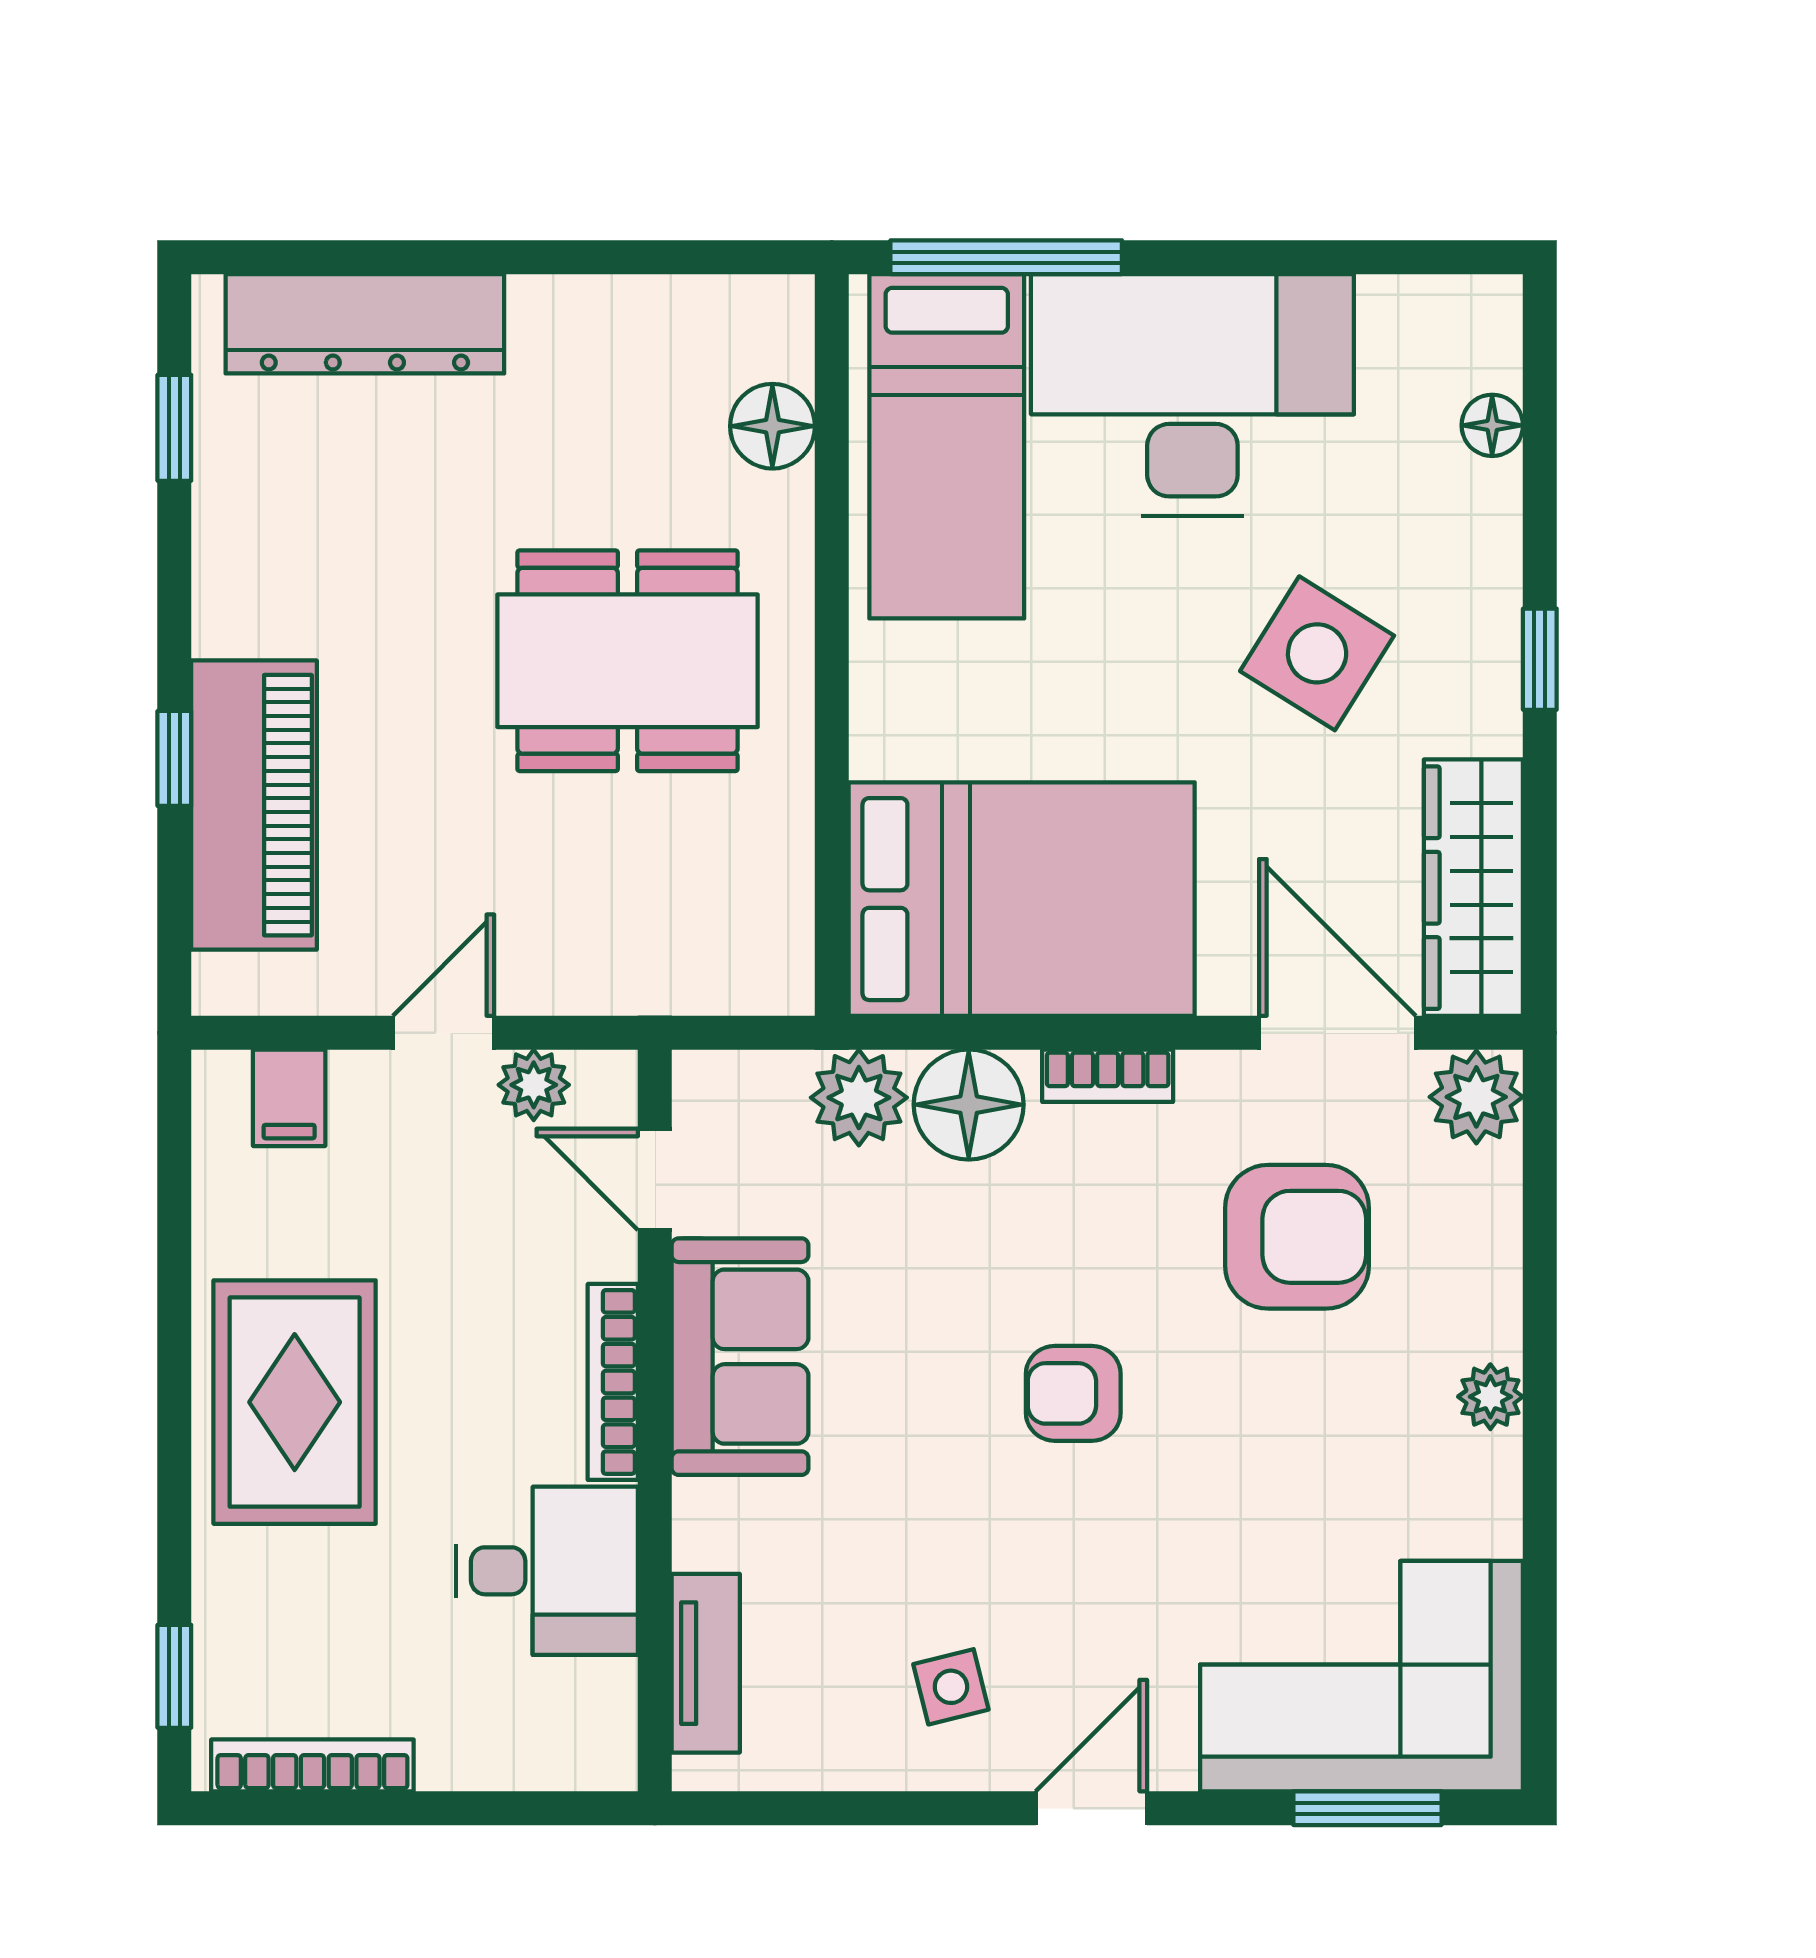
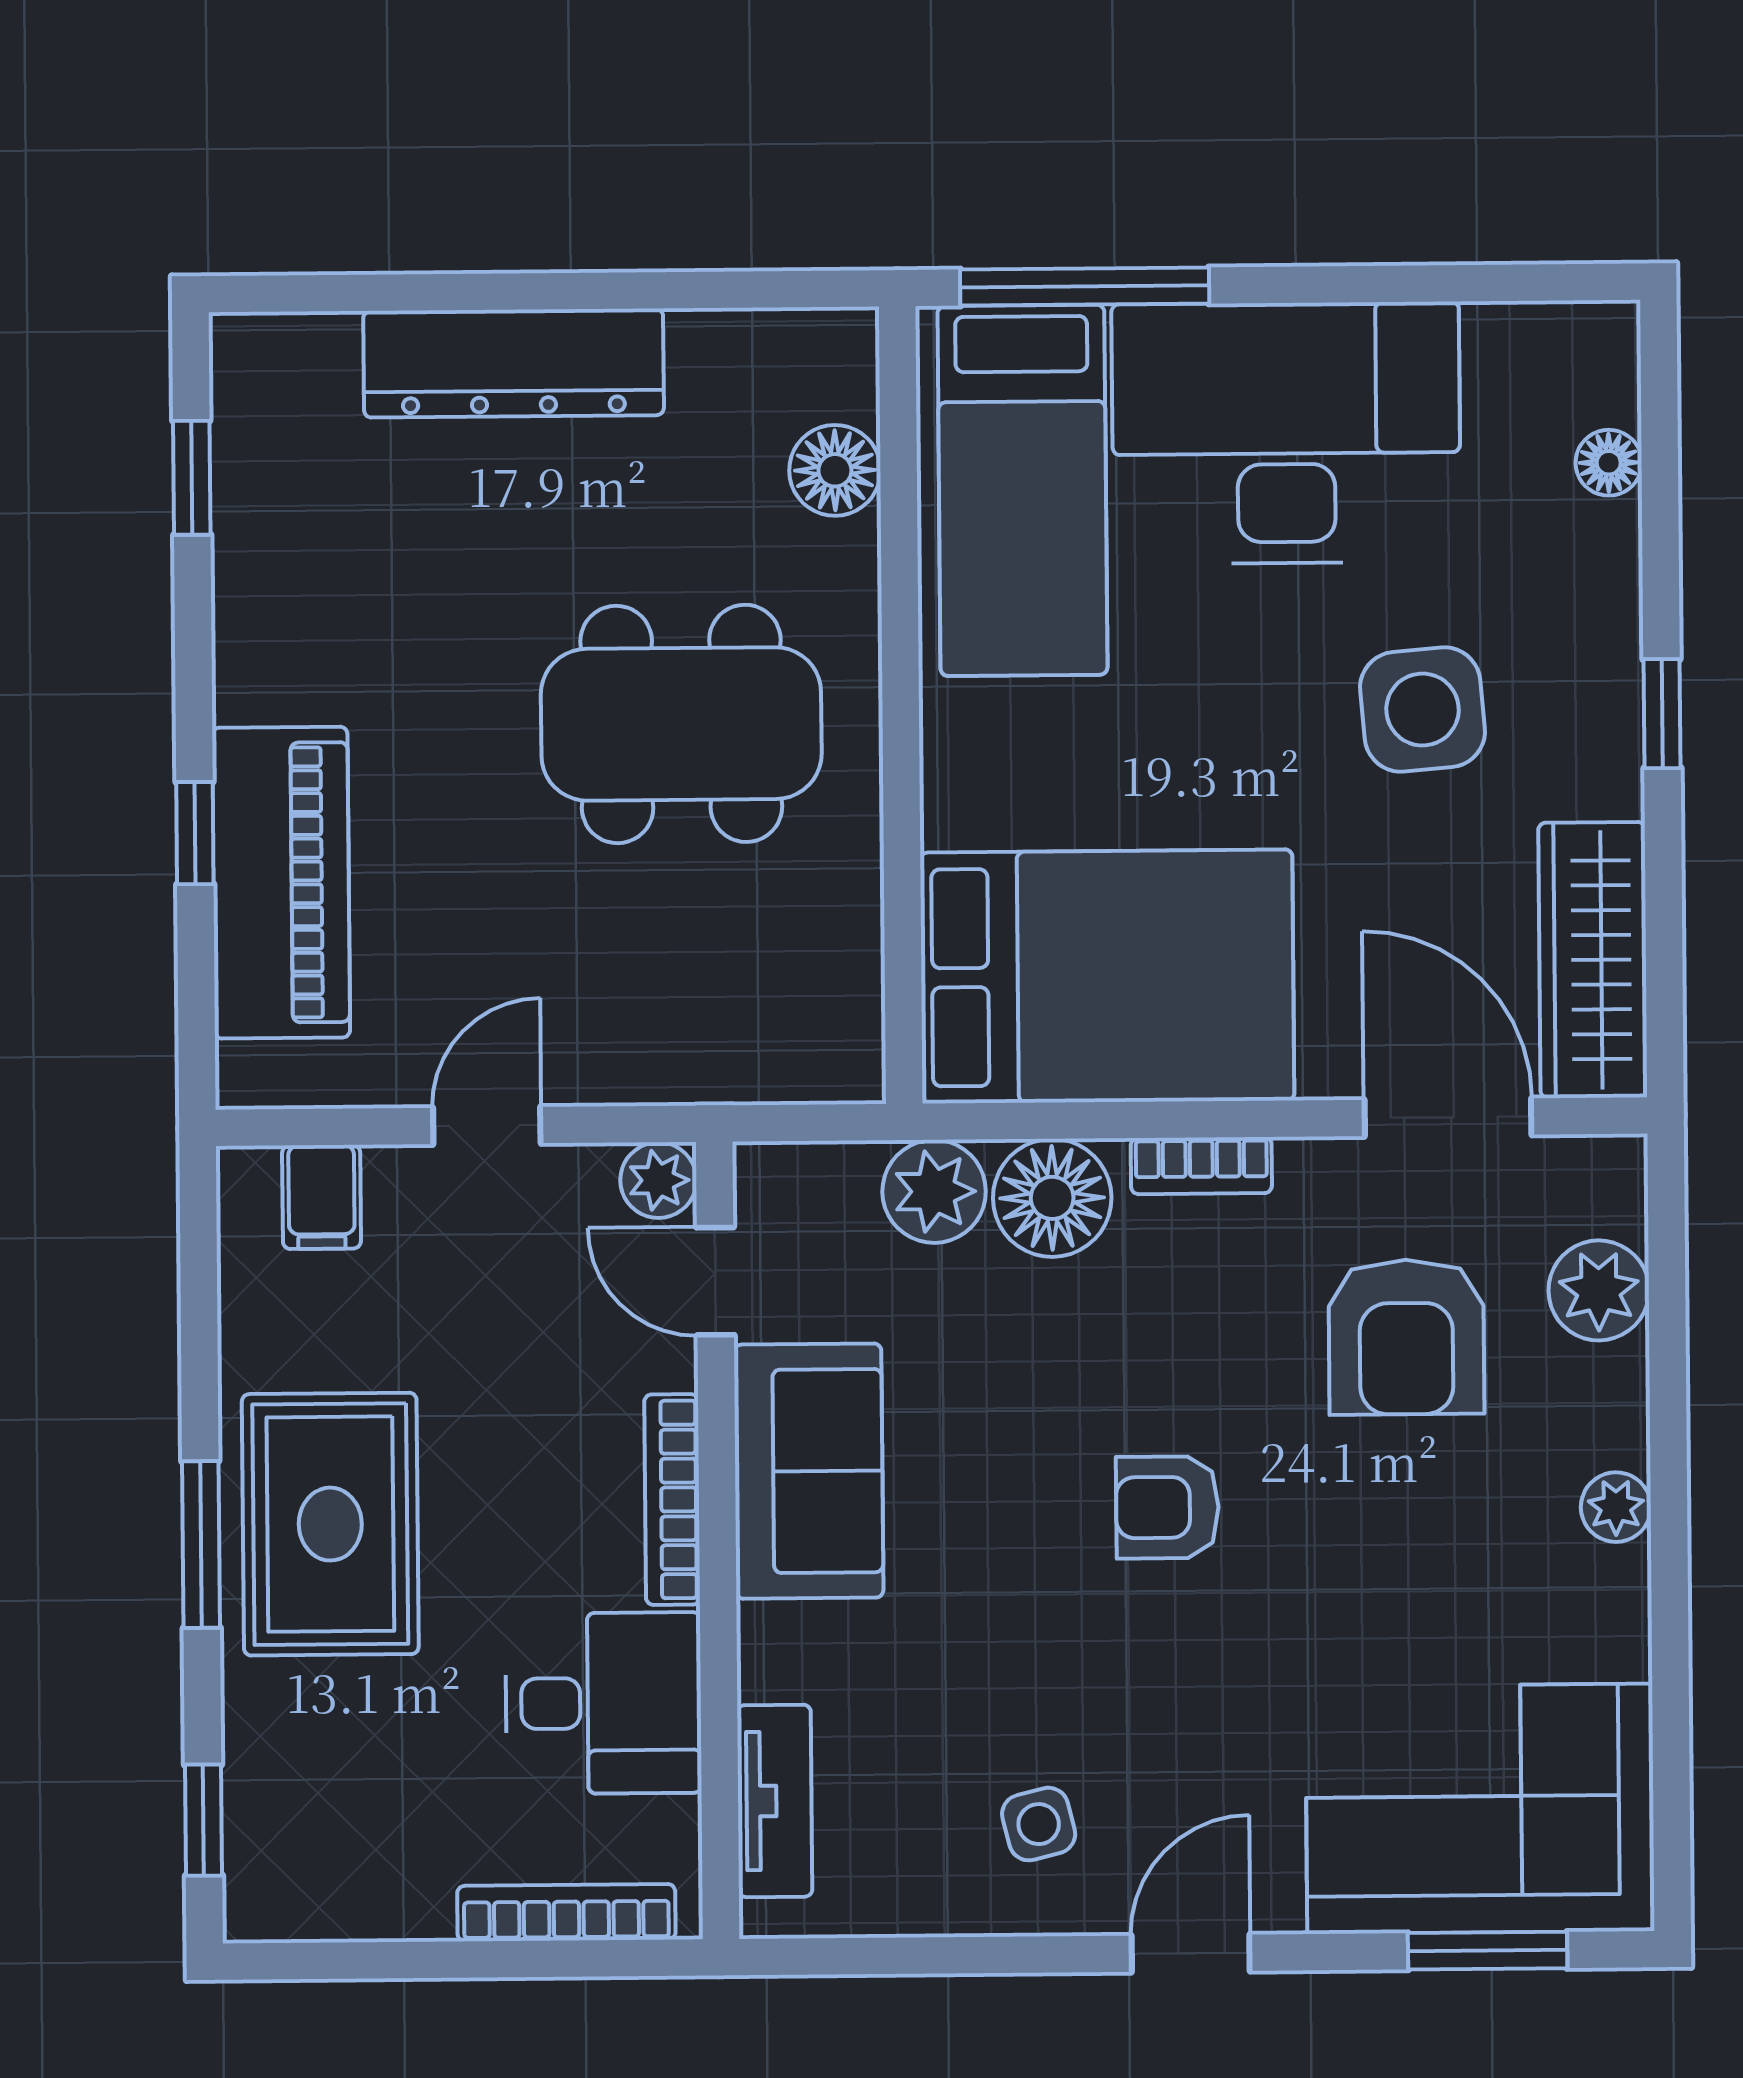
dresser: (365, 324) -> (514, 363), moved
side table: (1317, 653) -> (1423, 710), turned -37
plant: (534, 1085) -> (658, 1180), moved
plant: (1476, 1097) -> (1599, 1290), moved
armchair: (1297, 1237) -> (1406, 1337), turned 90
window: (174, 1420) -> (201, 1544), added
bookcase: (312, 1765) -> (566, 1913), moved

